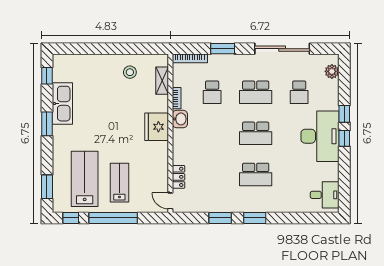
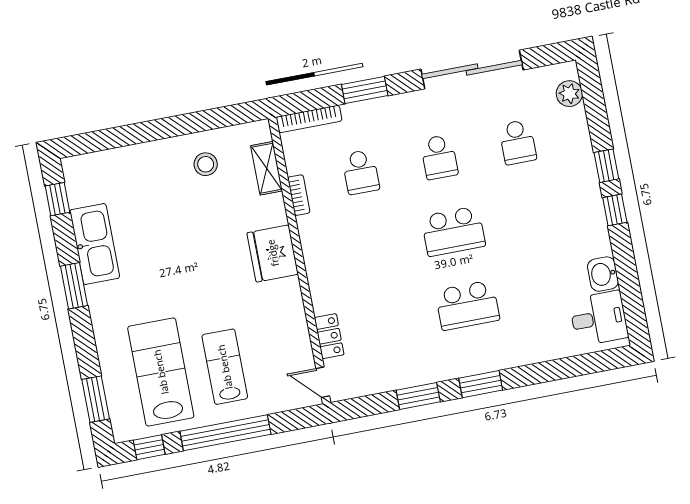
school desk: (256, 92) -> (439, 157), width x0.54
washbasin: (180, 119) -> (603, 274), moved, turned 180
desk: (320, 136) -> (570, 214), removed

